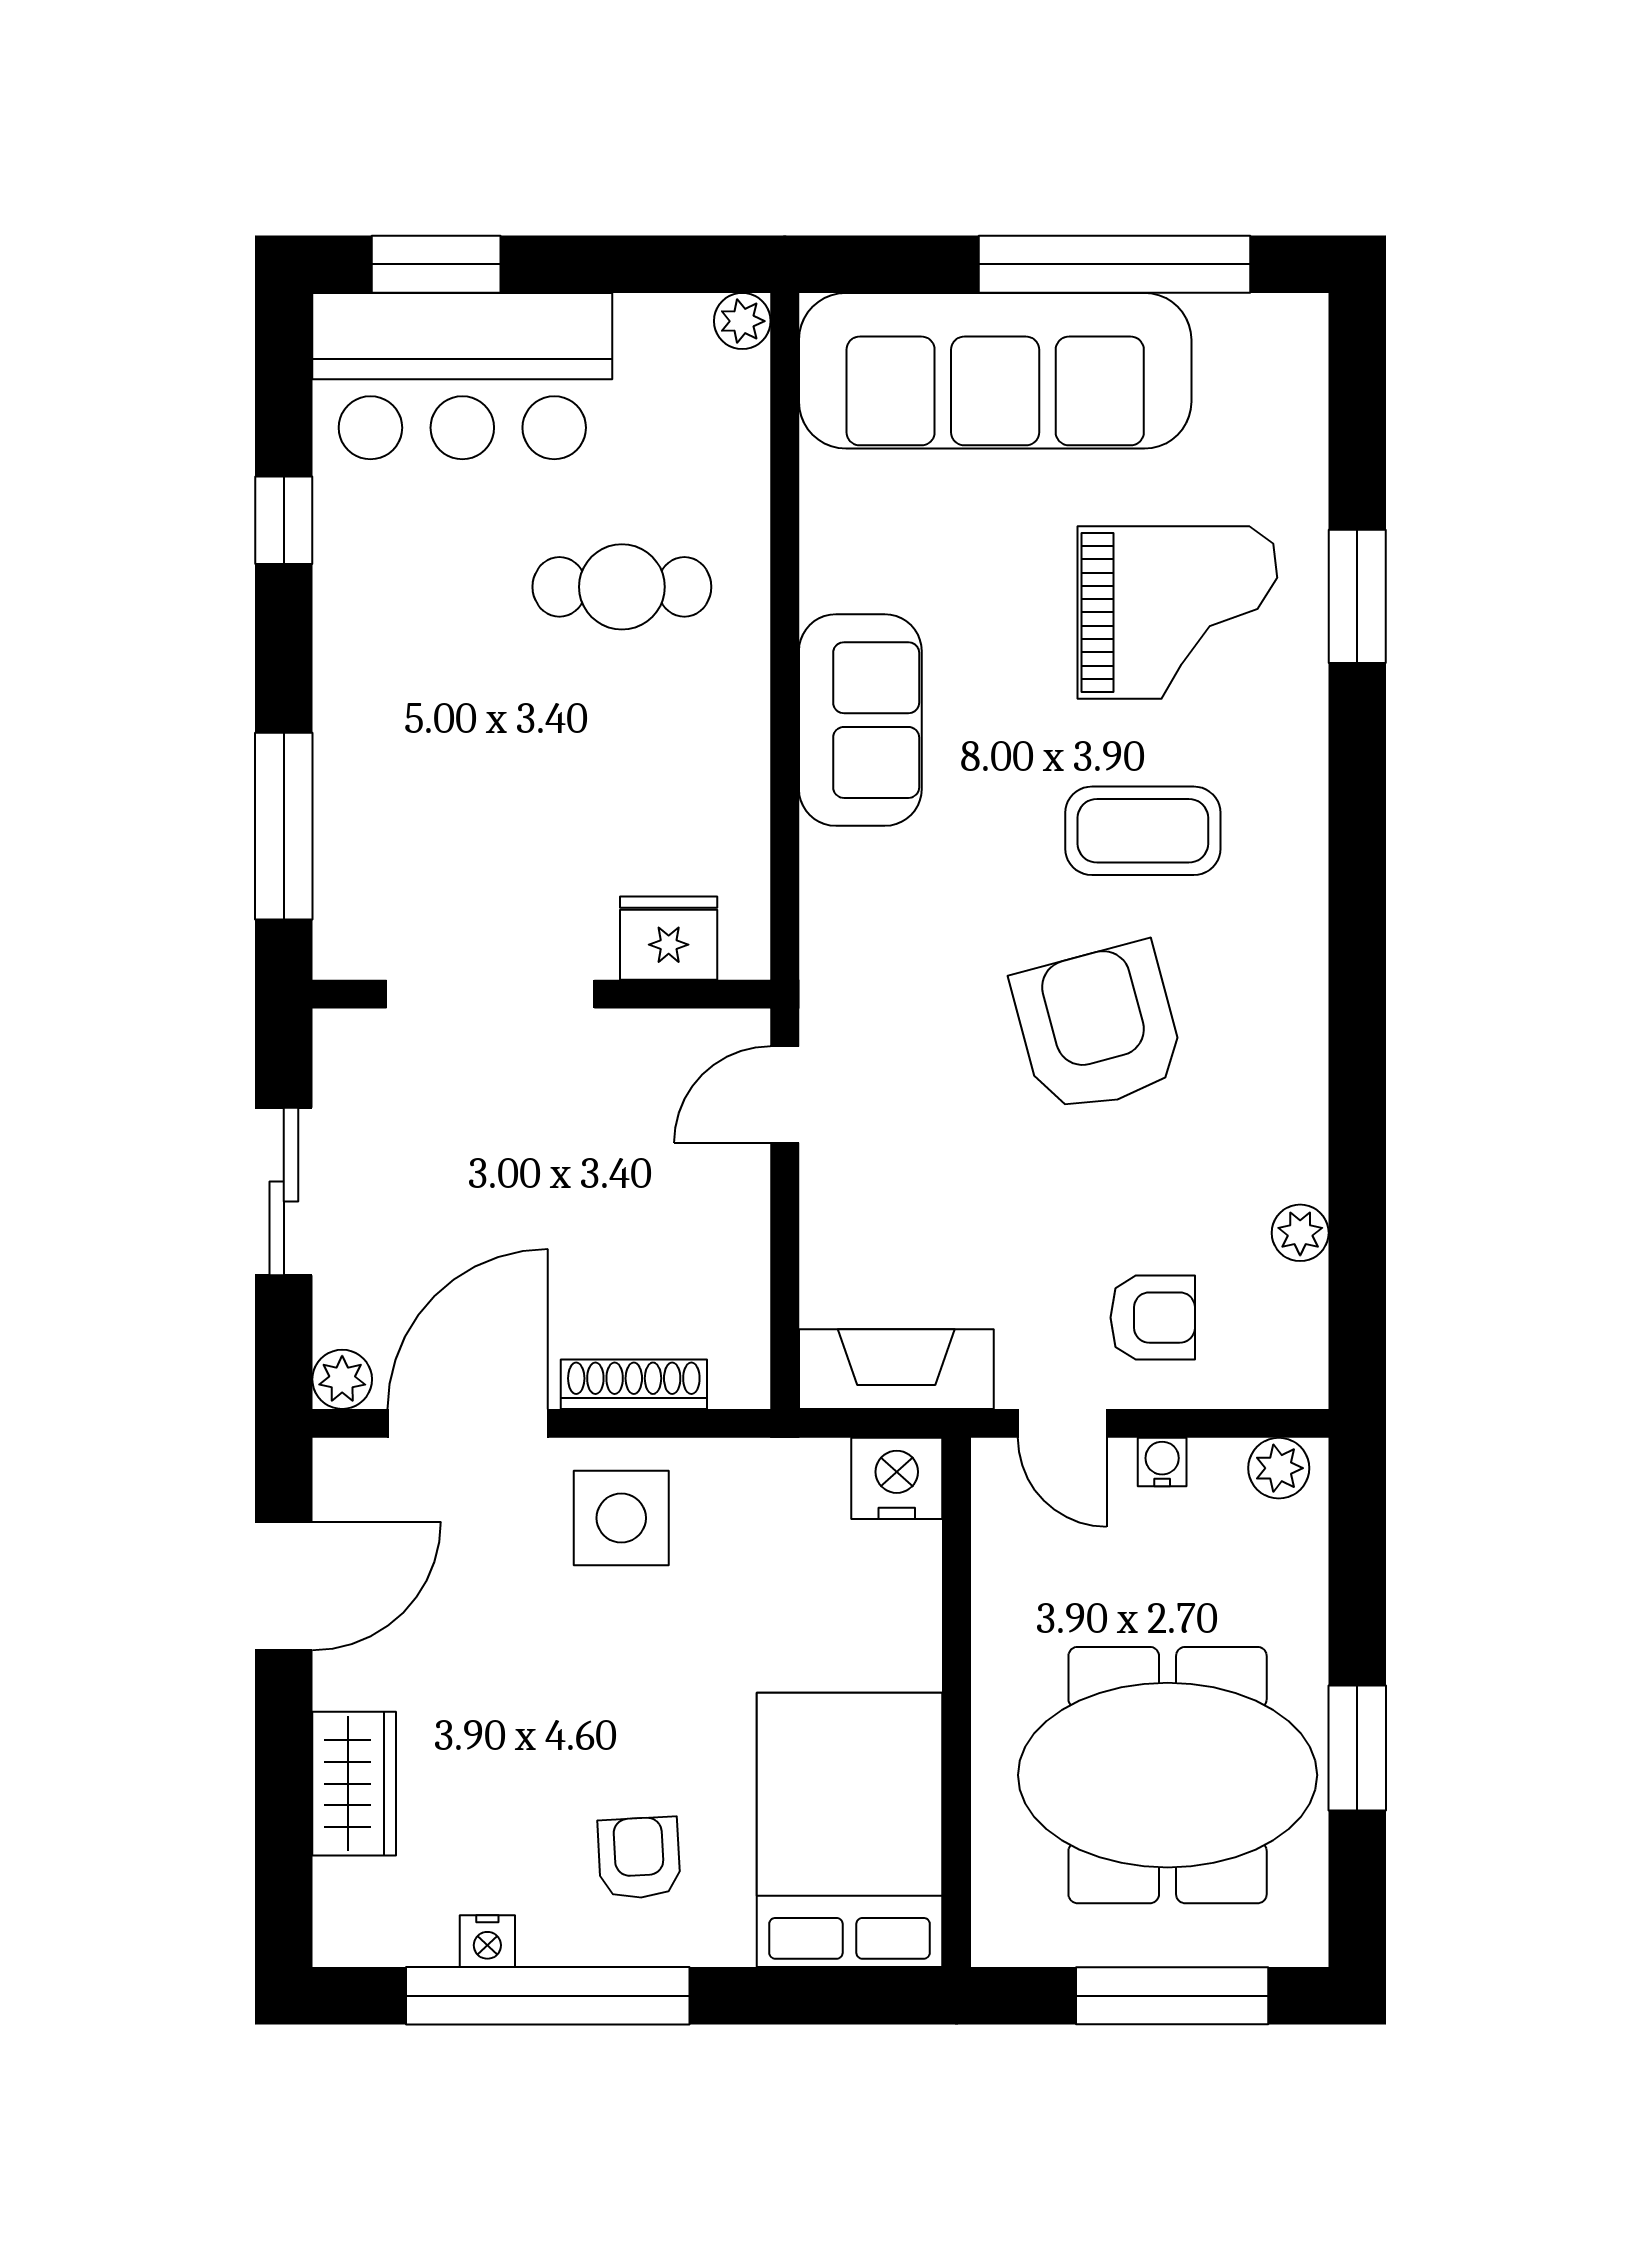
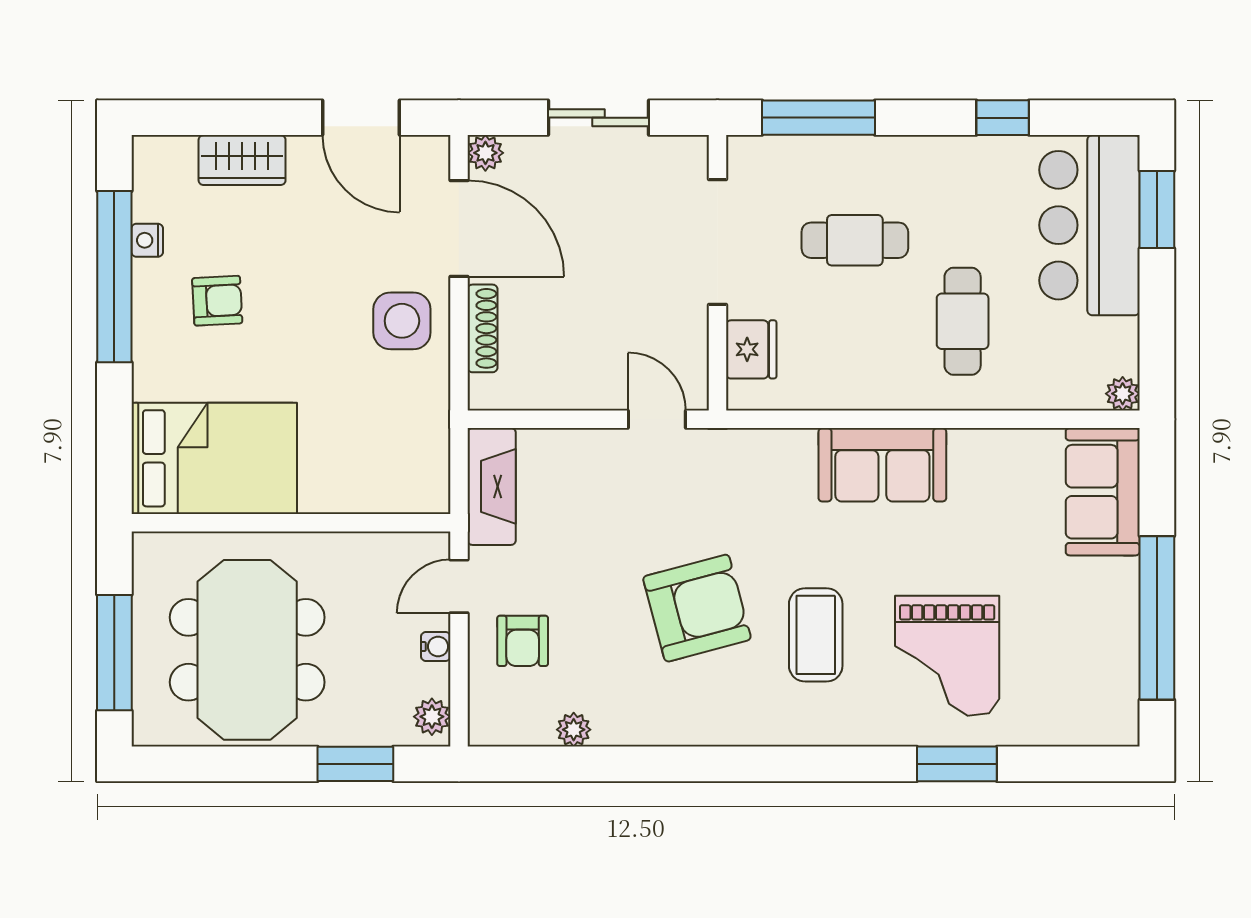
sofa: (995, 371) -> (1103, 492), width x0.54, depth x0.79
cafe table: (487, 766) -> (855, 240), added
nightstand: (897, 1478) -> (426, 487), removed
window: (1357, 1748) -> (355, 764), moved
armchair: (639, 1858) -> (217, 301), moved

